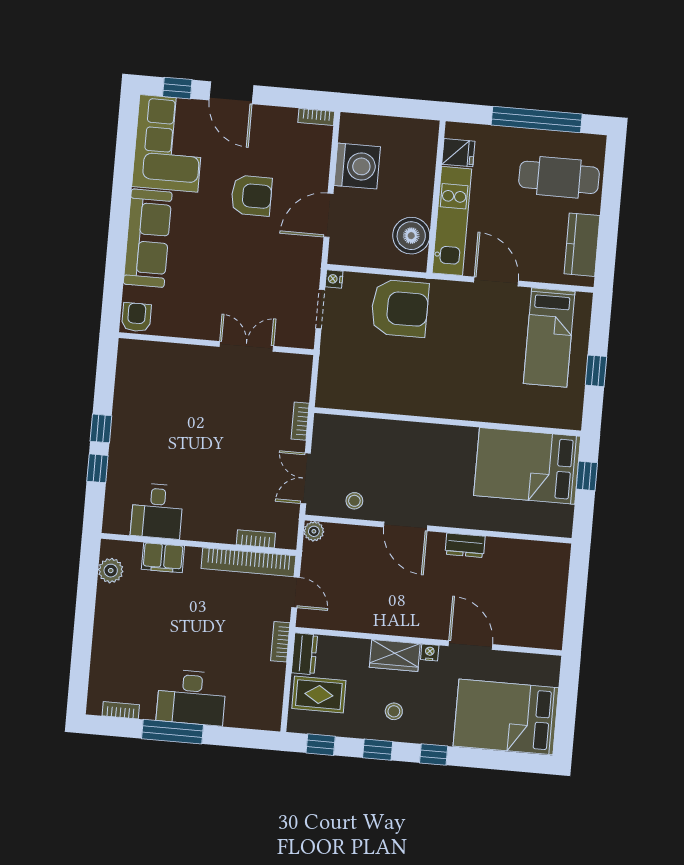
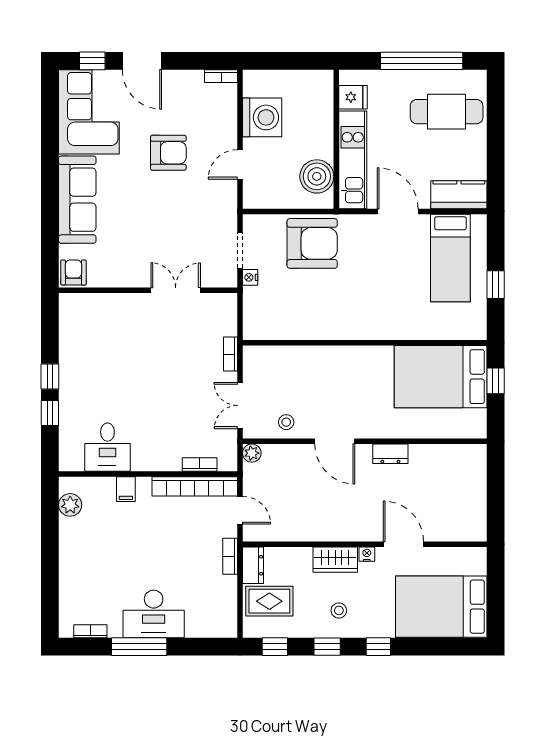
door: (328, 215) -> (240, 164), width x0.73
kitchen counter: (582, 245) -> (459, 195), moved, turned 90
nightstand: (334, 279) -> (250, 277), moved
filing cabinet: (163, 558) -> (126, 489), width x0.50

